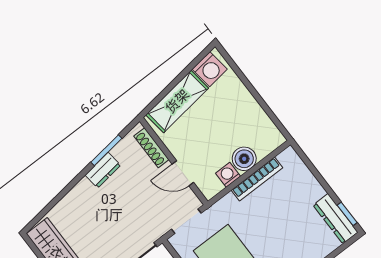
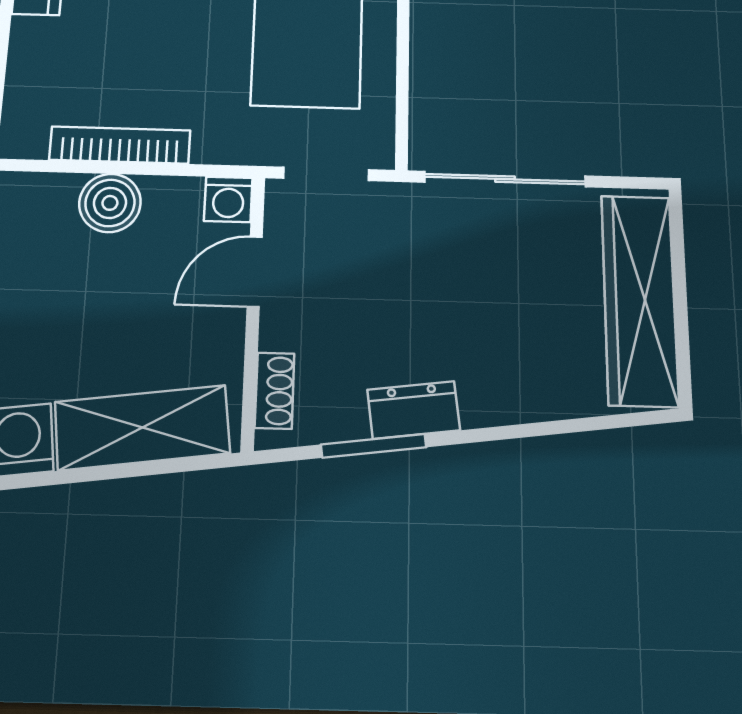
shoe rack: (151, 148) -> (275, 391), width x0.70
door: (183, 173) -> (255, 272), swing flipped
washing machine: (228, 175) -> (228, 199), moved

